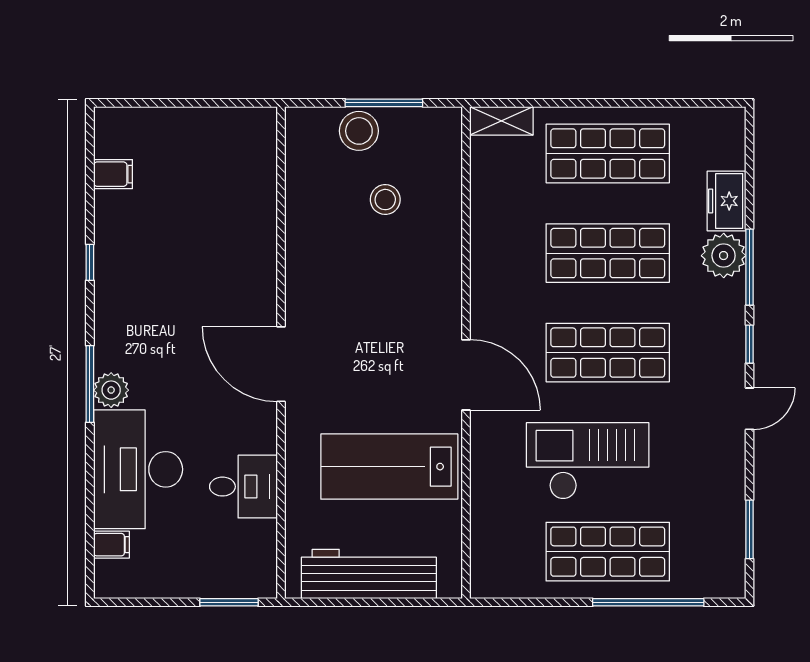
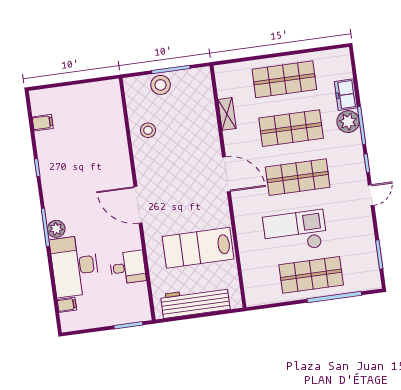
shelving: (501, 121) -> (227, 114), moved, turned 90
stool: (385, 200) -> (148, 130), moved
door: (466, 375) -> (226, 174), moved

